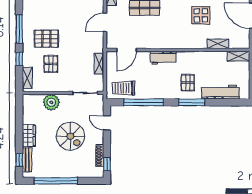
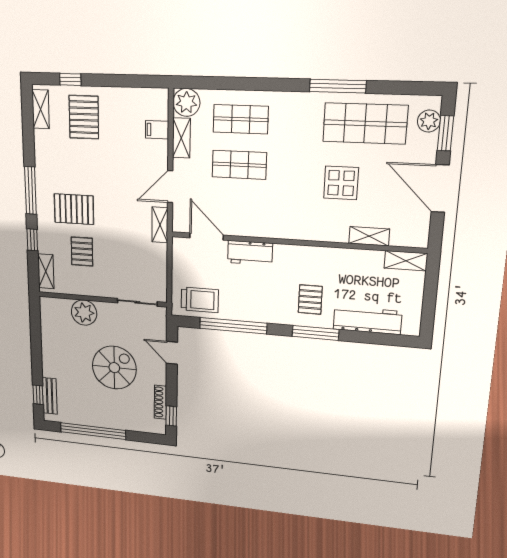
door: (127, 50) -> (207, 236), swing flipped
workbench: (163, 58) -> (250, 253), moved
shelving: (99, 64) -> (160, 225), moved
trolley: (123, 88) -> (200, 300), turned 180
wardrobe: (29, 136) -> (51, 360), removed
spiral stairs: (70, 136) -> (114, 368), turned -90

